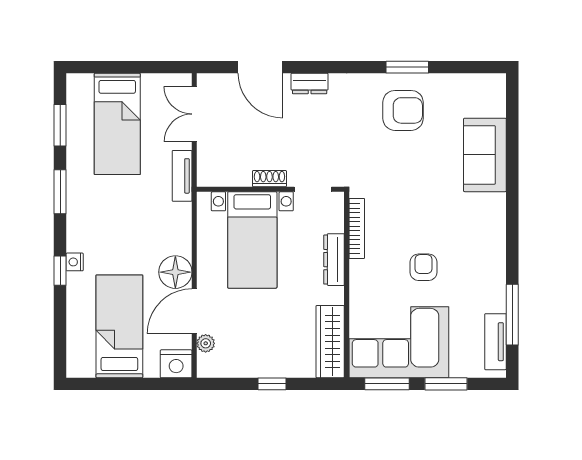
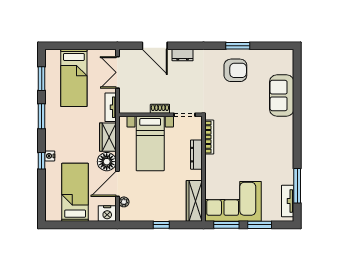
wardrobe: (177, 229) -> (108, 137), added
armchair: (423, 267) -> (247, 159), removed

